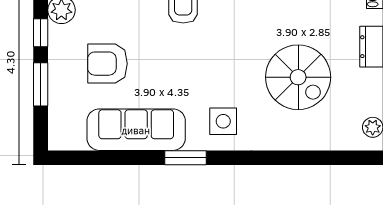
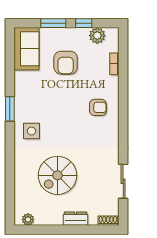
armchair: (107, 64) -> (66, 63), turned 180
sofa: (136, 130) -> (26, 49), moved, width x0.73

